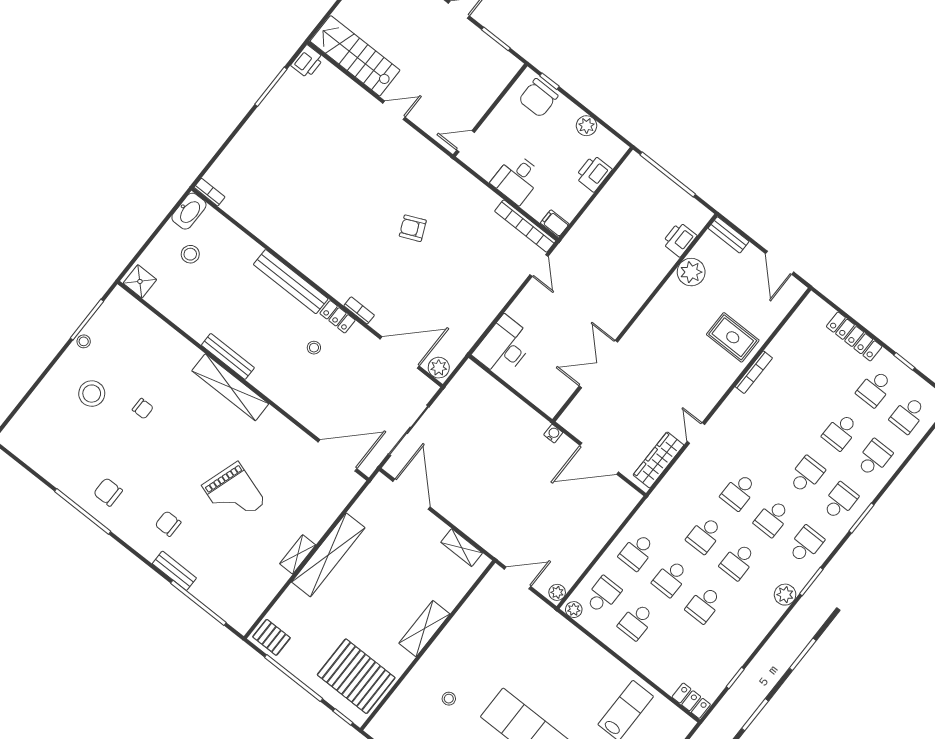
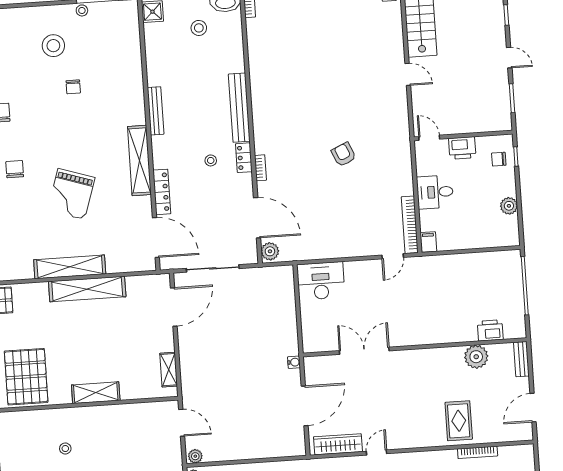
chair: (538, 98) -> (499, 159), width x0.54, depth x0.54
printer: (593, 173) -> (462, 148), moved, turned 180
bookcase: (754, 372) -> (478, 452), moved
shelving: (230, 387) -> (139, 160), moved
locker: (303, 414) -> (162, 192), added
door: (599, 459) -> (305, 406), swing flipped
shelving: (298, 554) -> (70, 267), width x2.20, depth x1.33

